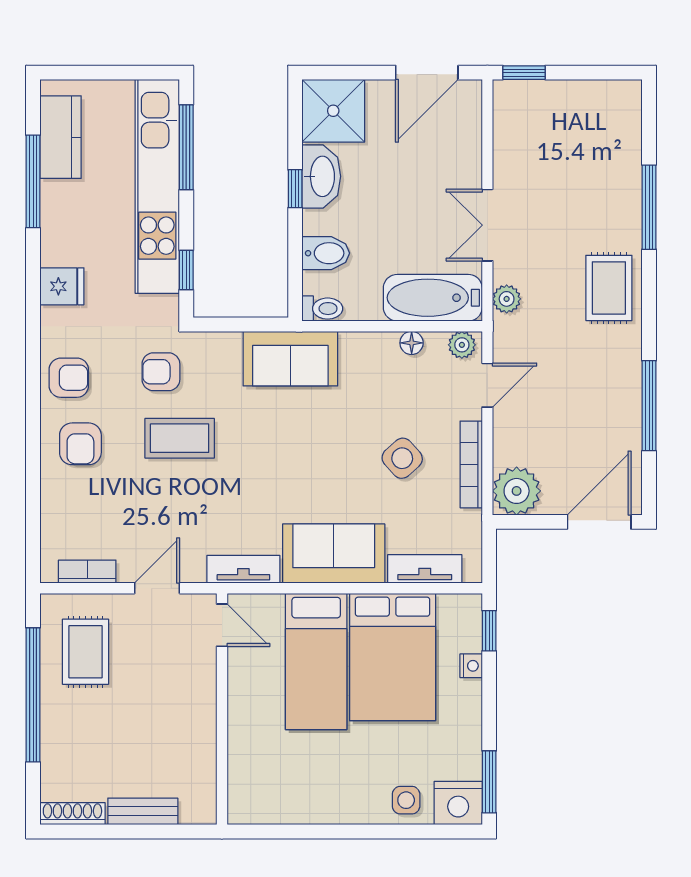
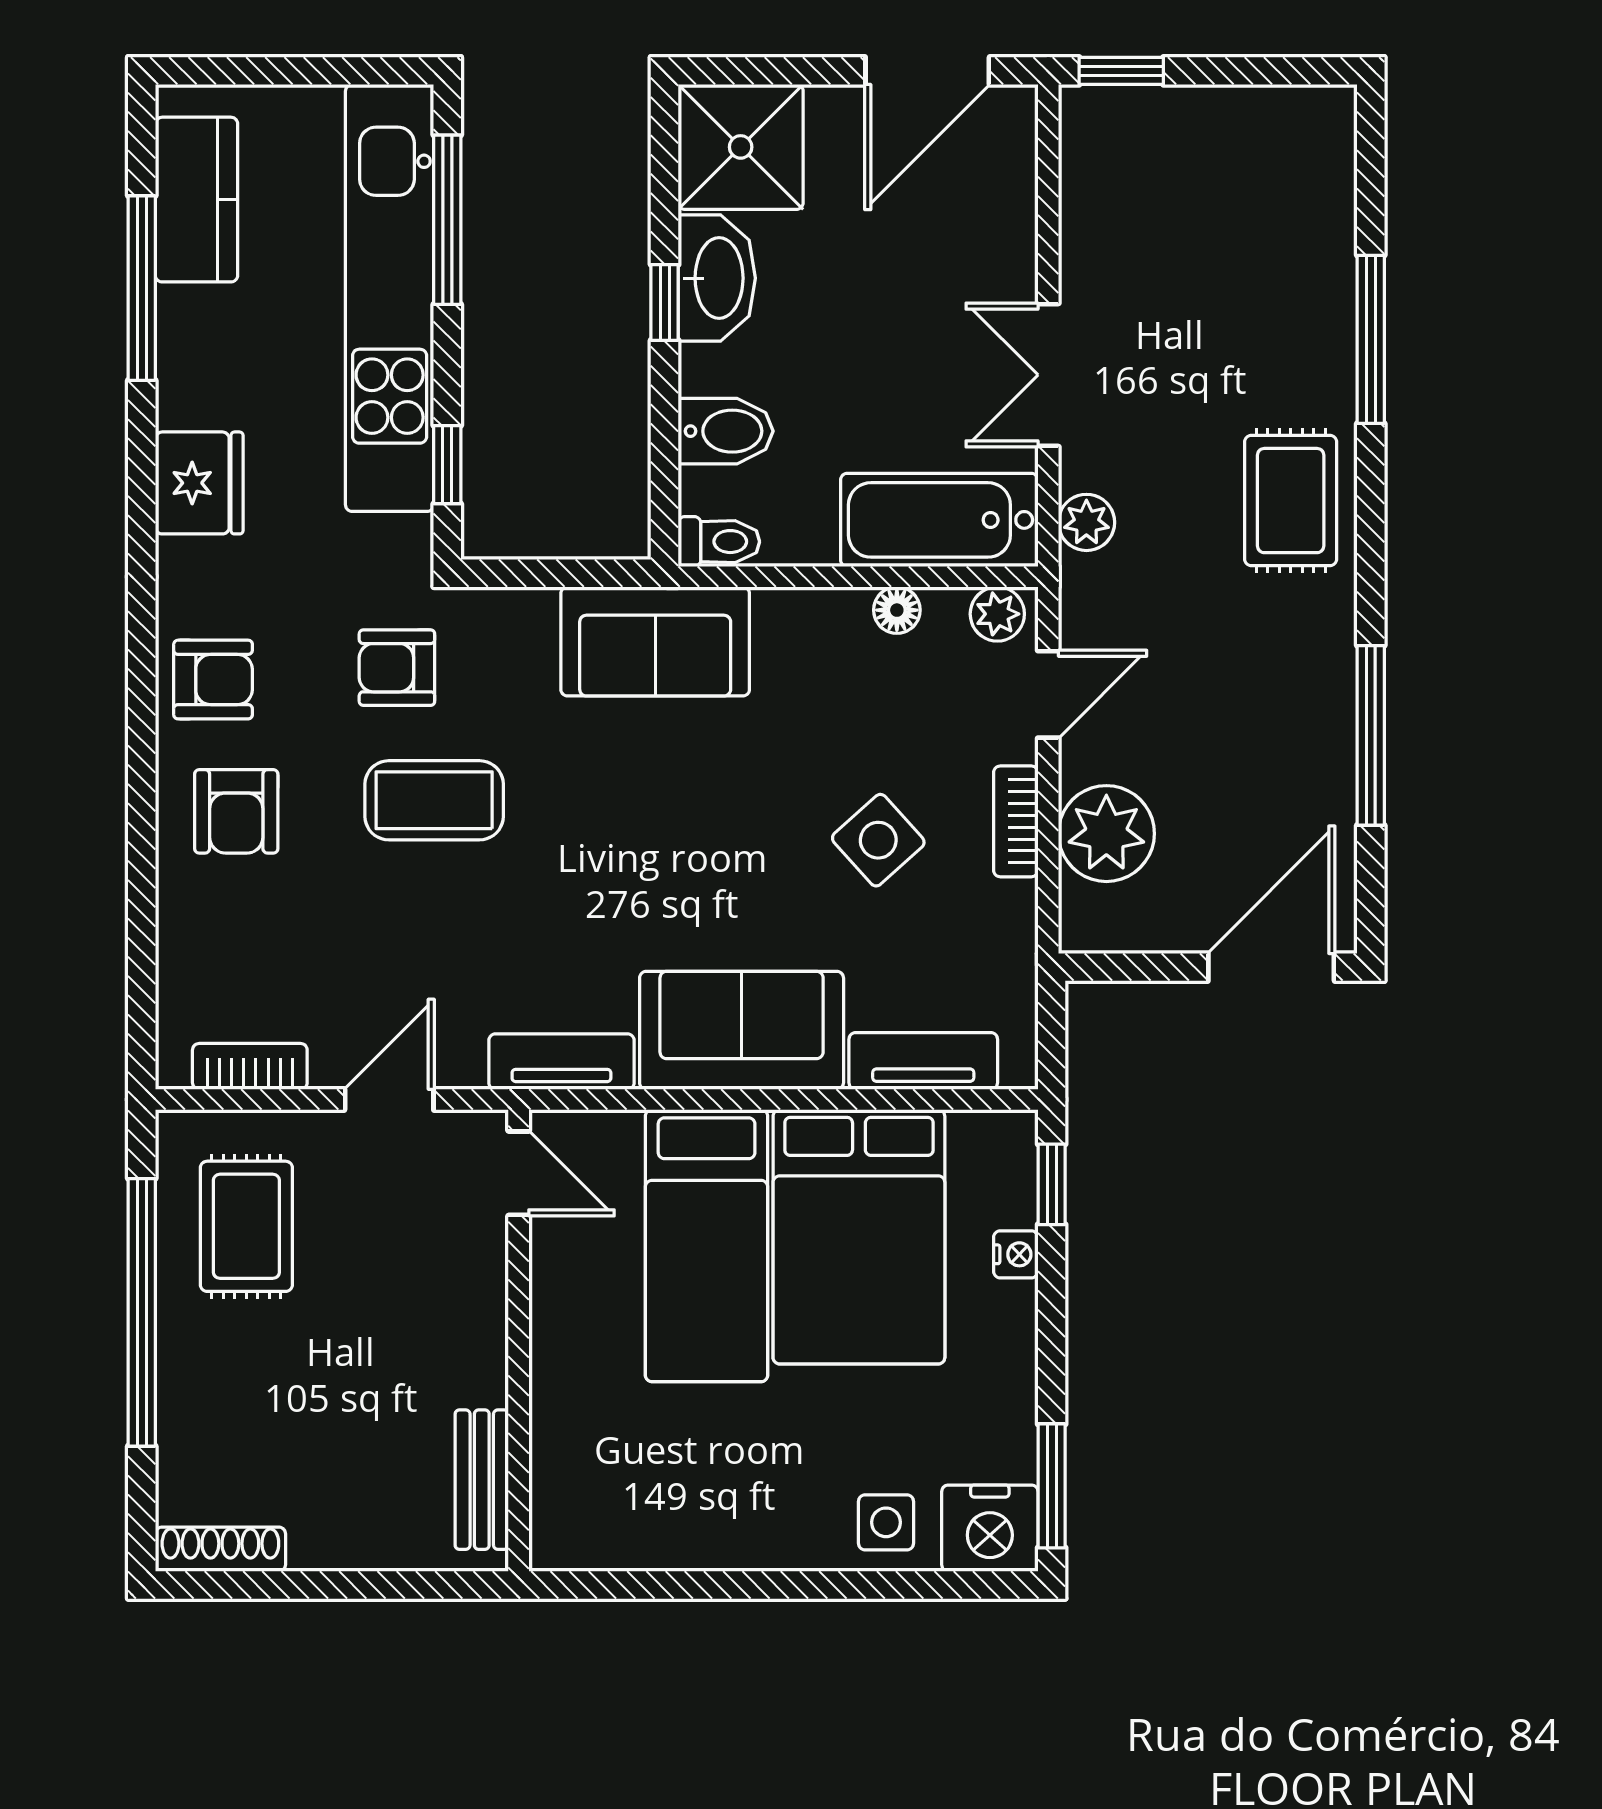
fridge: (62, 286) -> (199, 483), width x1.38
bookcase: (471, 464) -> (1016, 821), width x0.64
plant: (517, 491) -> (1106, 834), moved
bench: (143, 811) -> (482, 1480), moved, turned 90

